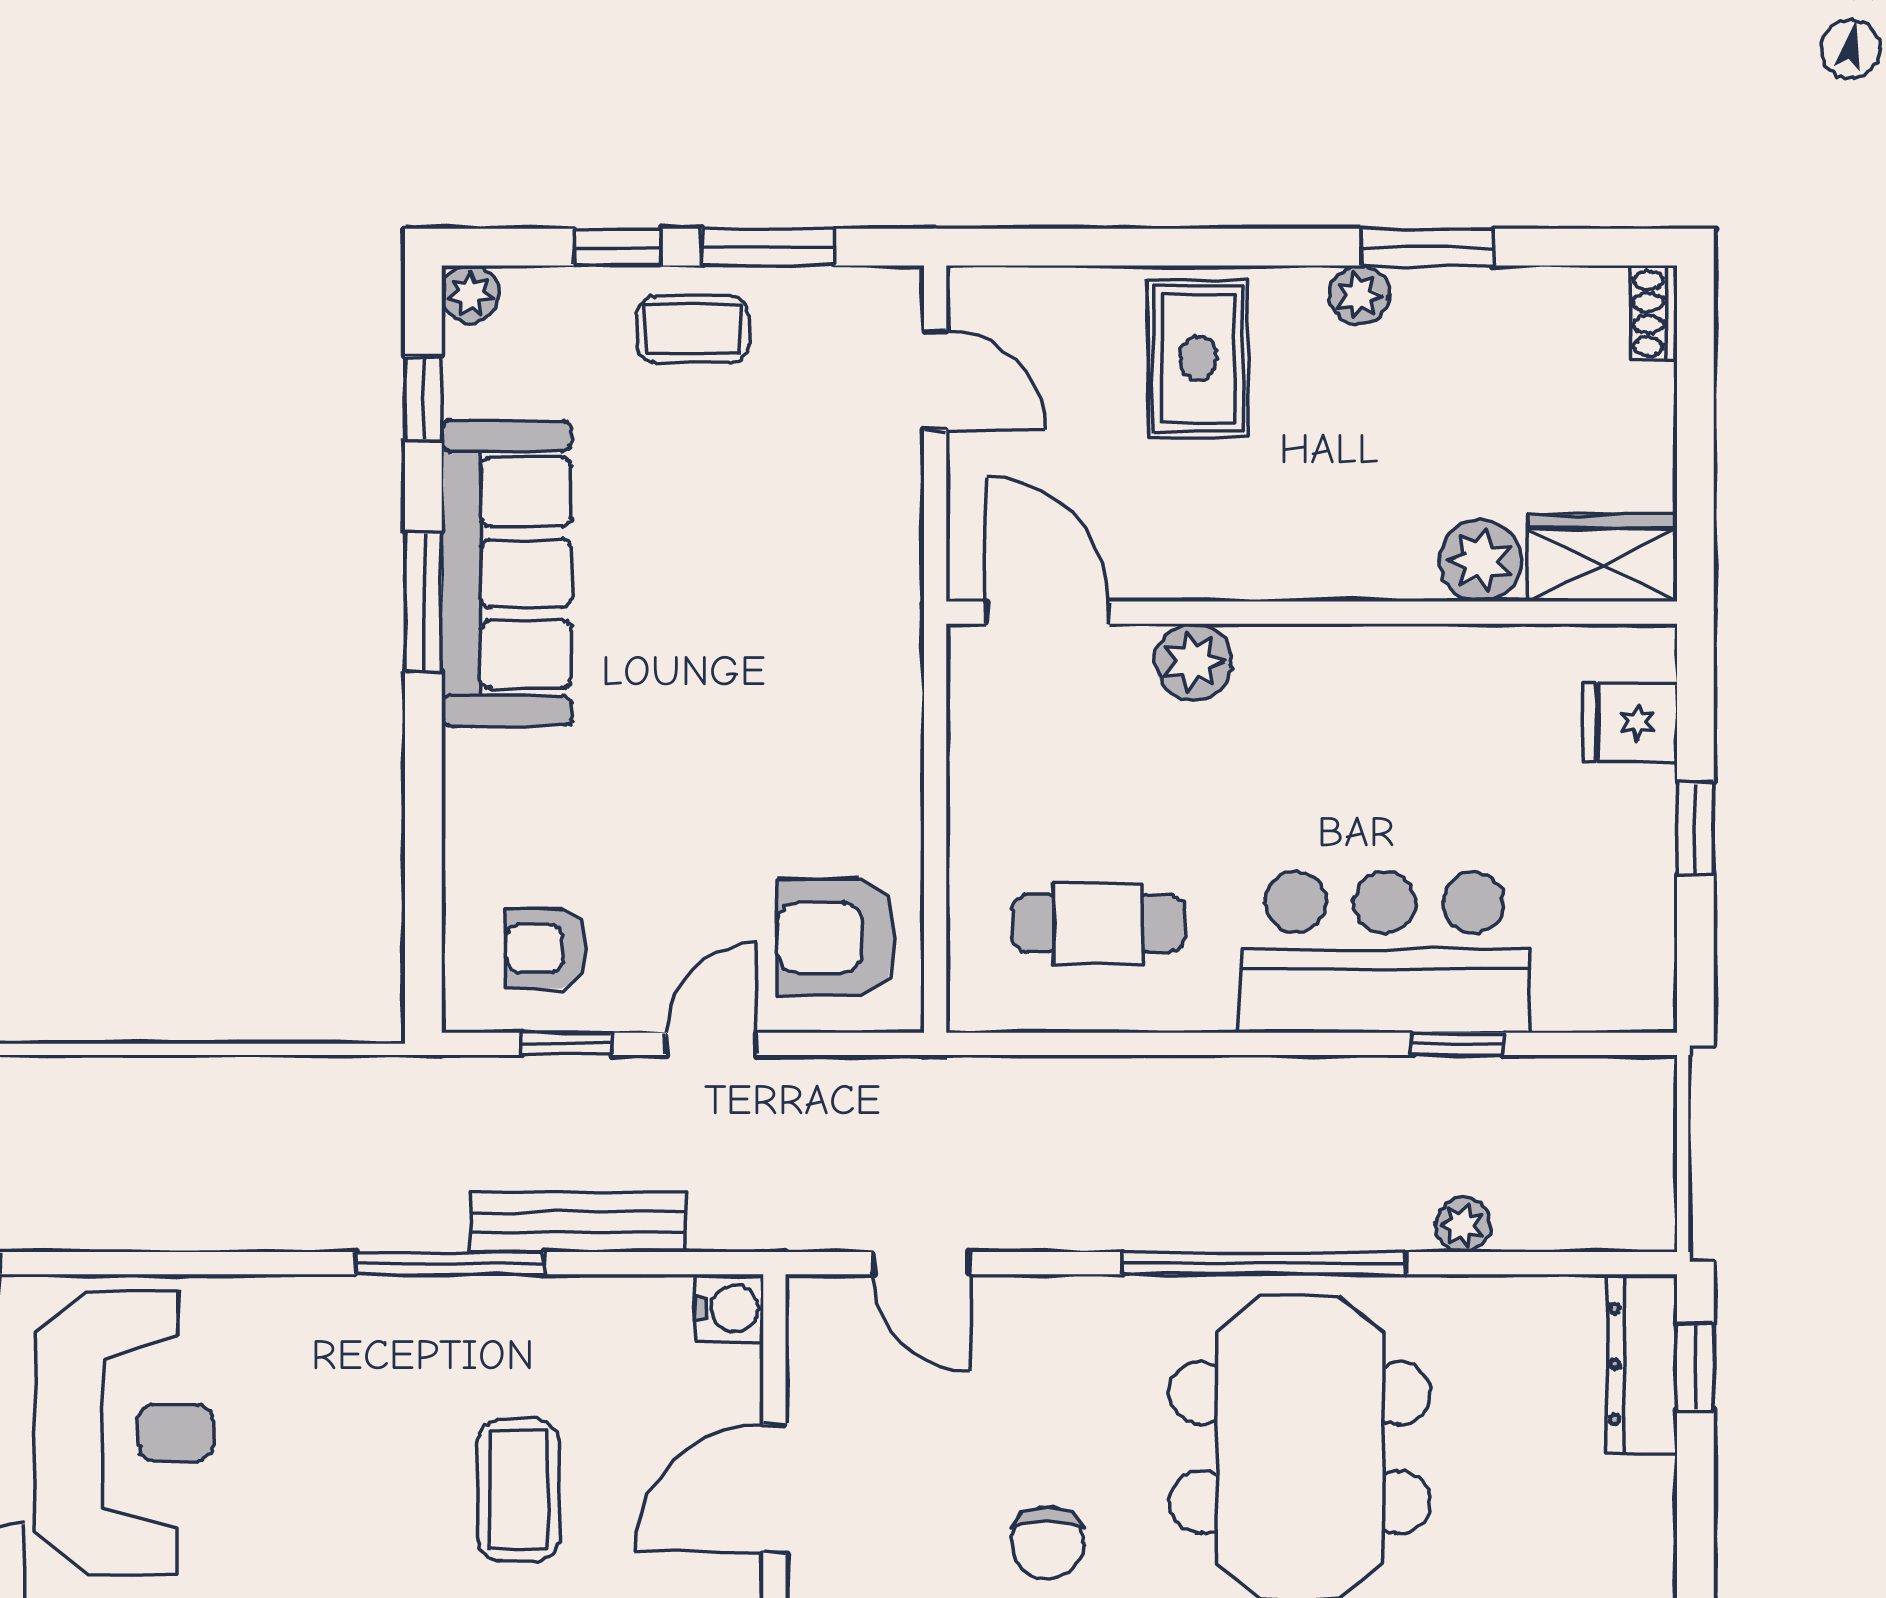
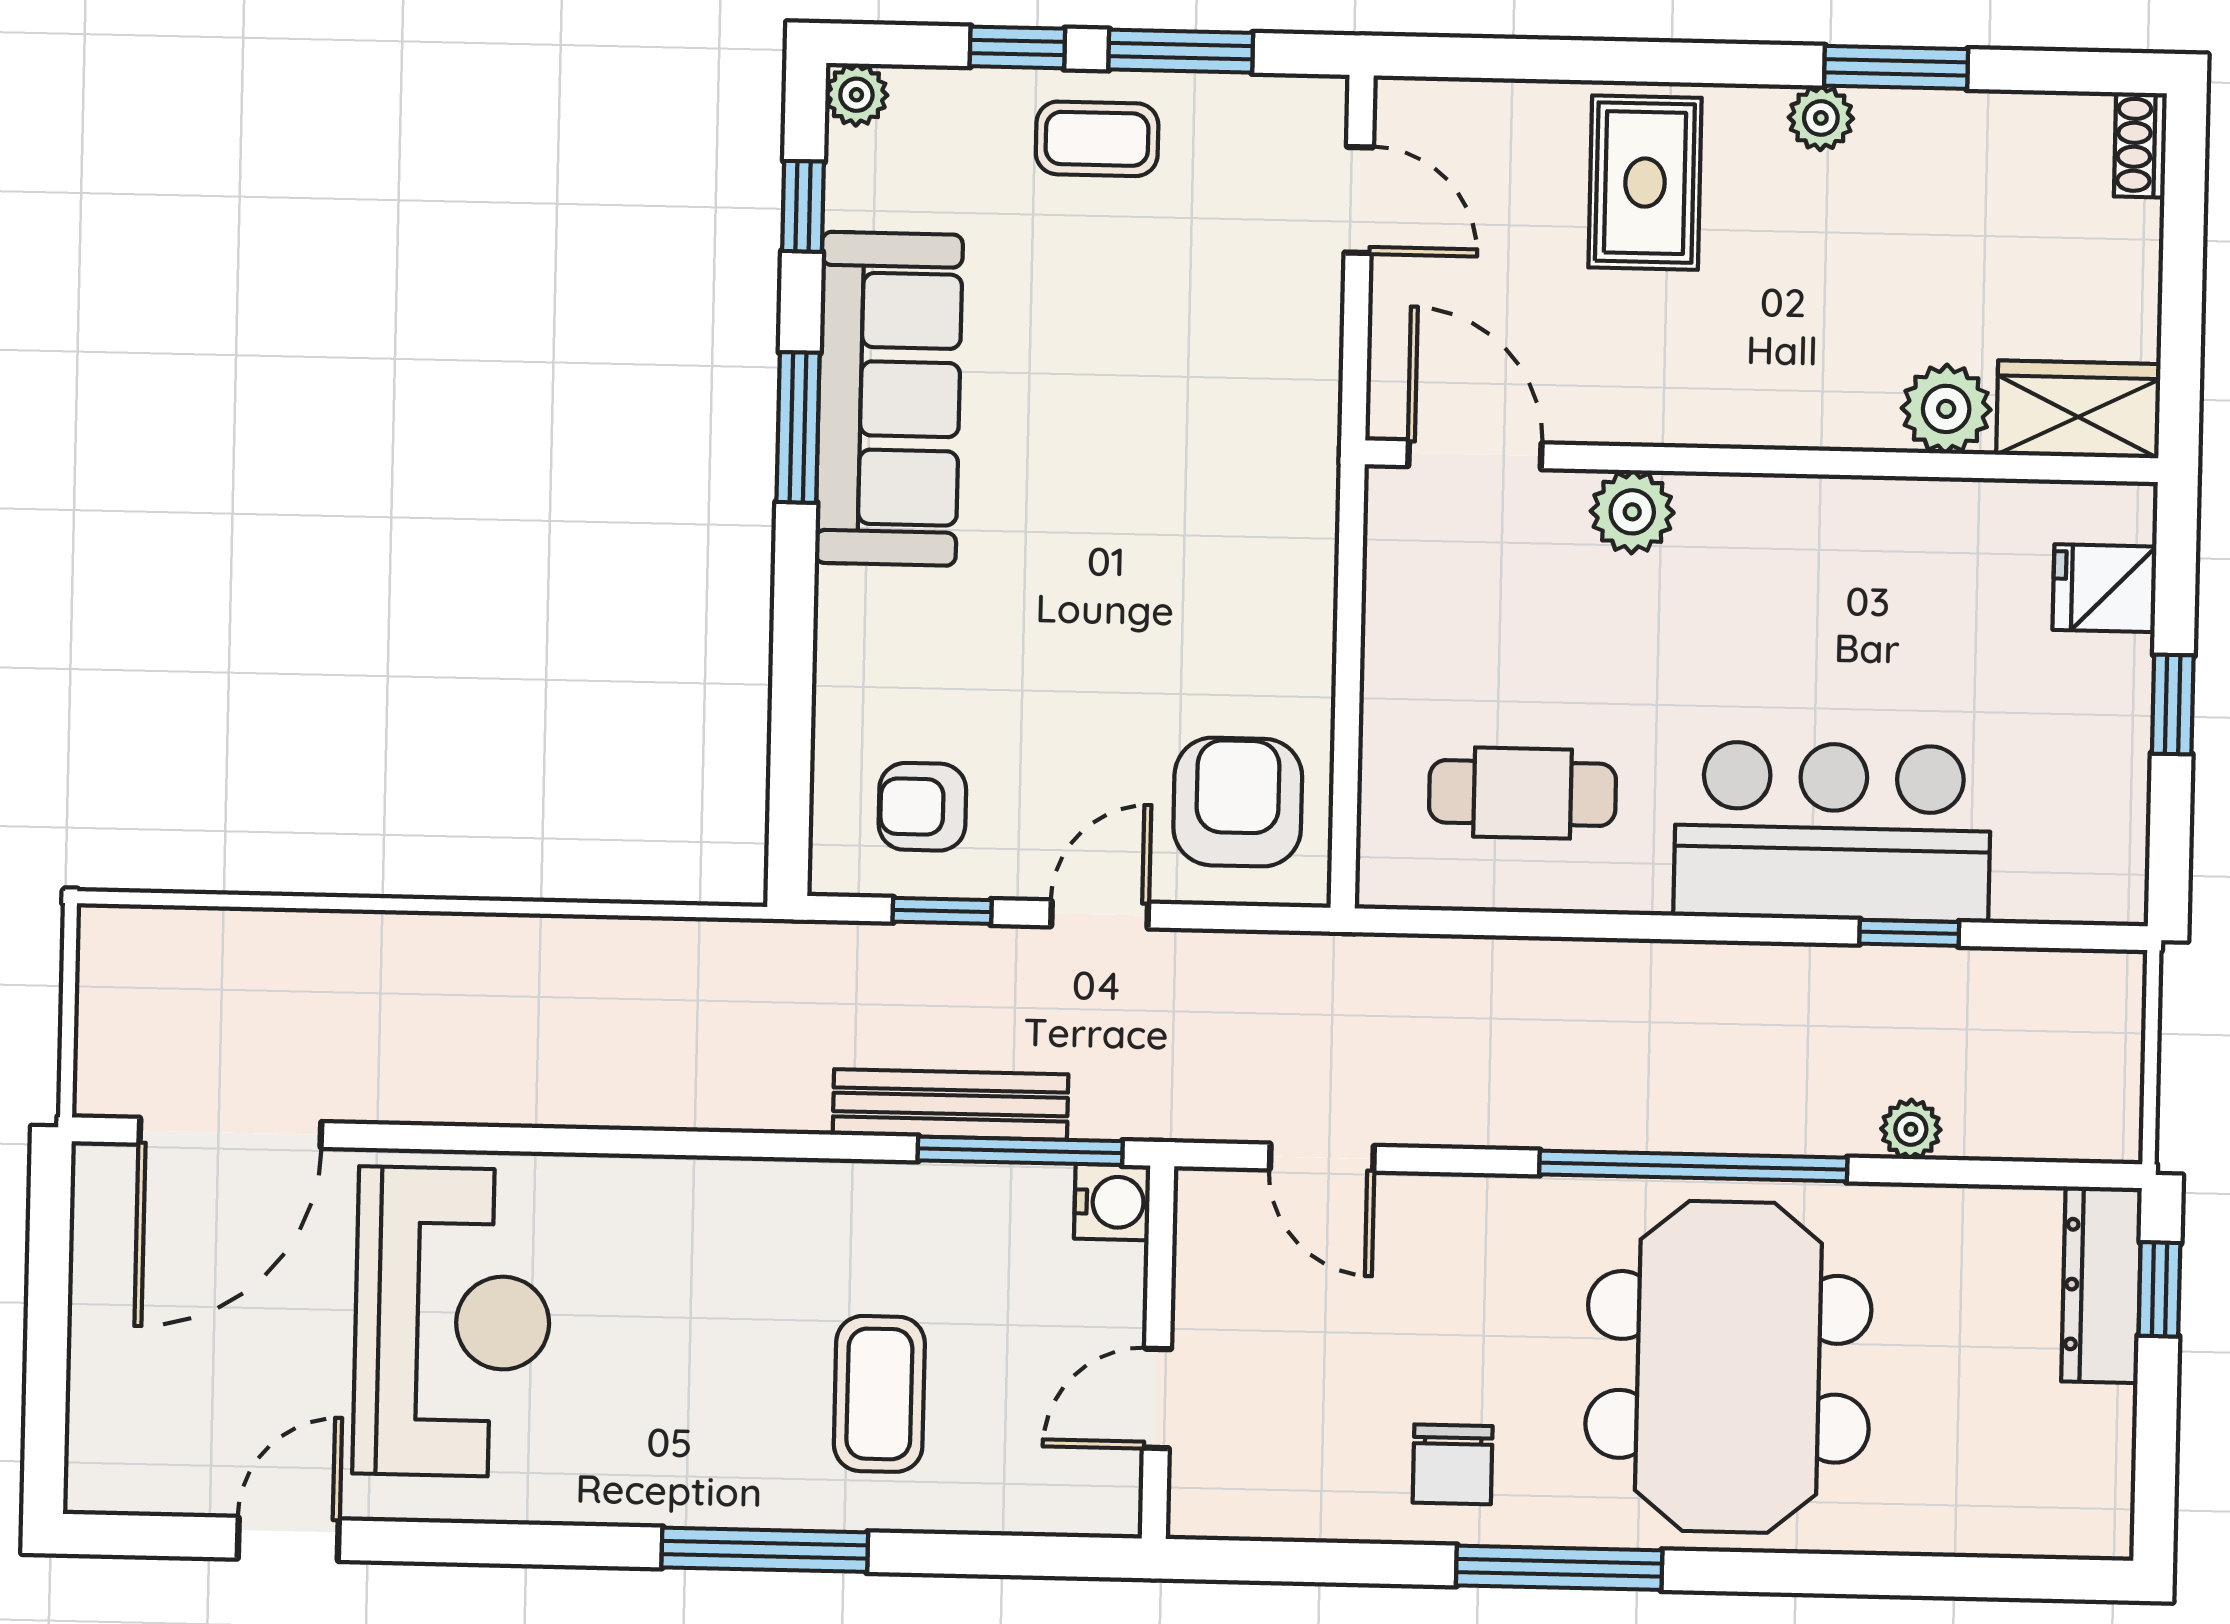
armchair: (836, 937) -> (1238, 802), turned 90
window: (449, 1263) -> (1020, 1151), moved
door: (774, 1488) -> (1157, 1398), width x0.73

